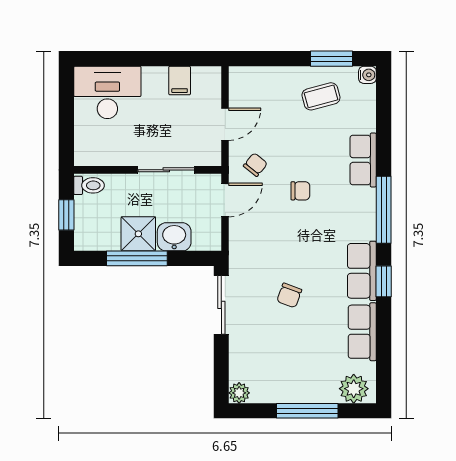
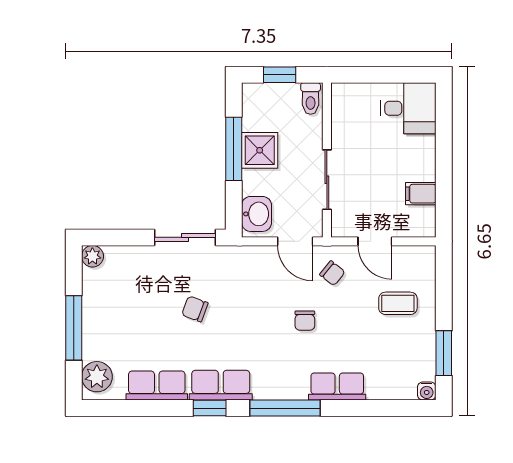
desk: (107, 92) -> (408, 108), width x0.73
coffee table: (321, 96) -> (398, 303), moved, turned -75
washbasin: (174, 237) -> (257, 214), moved

